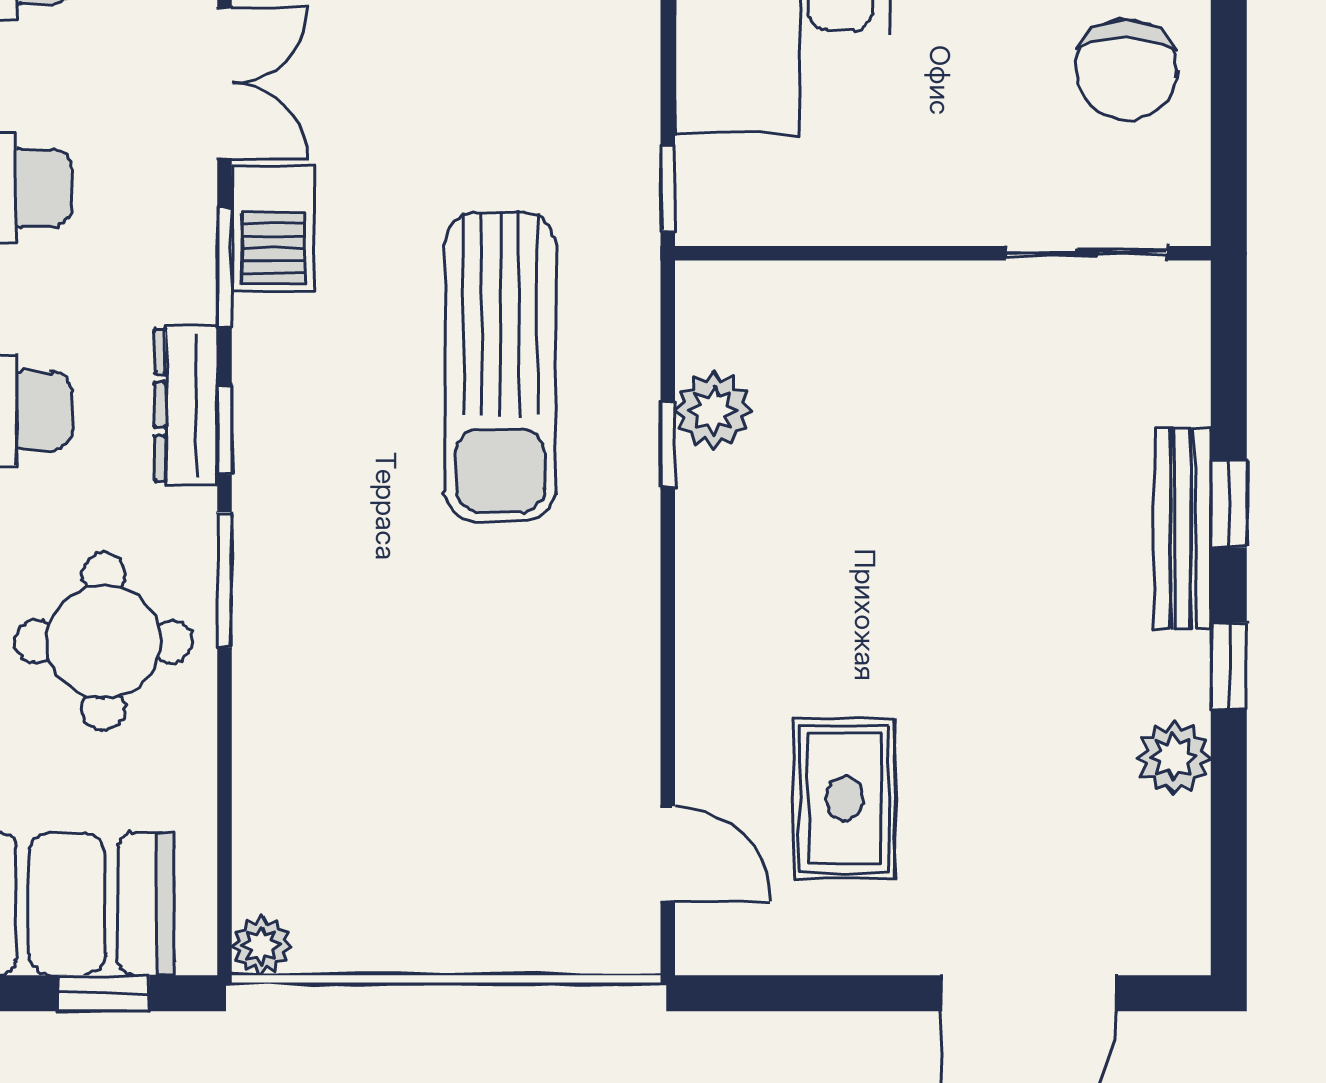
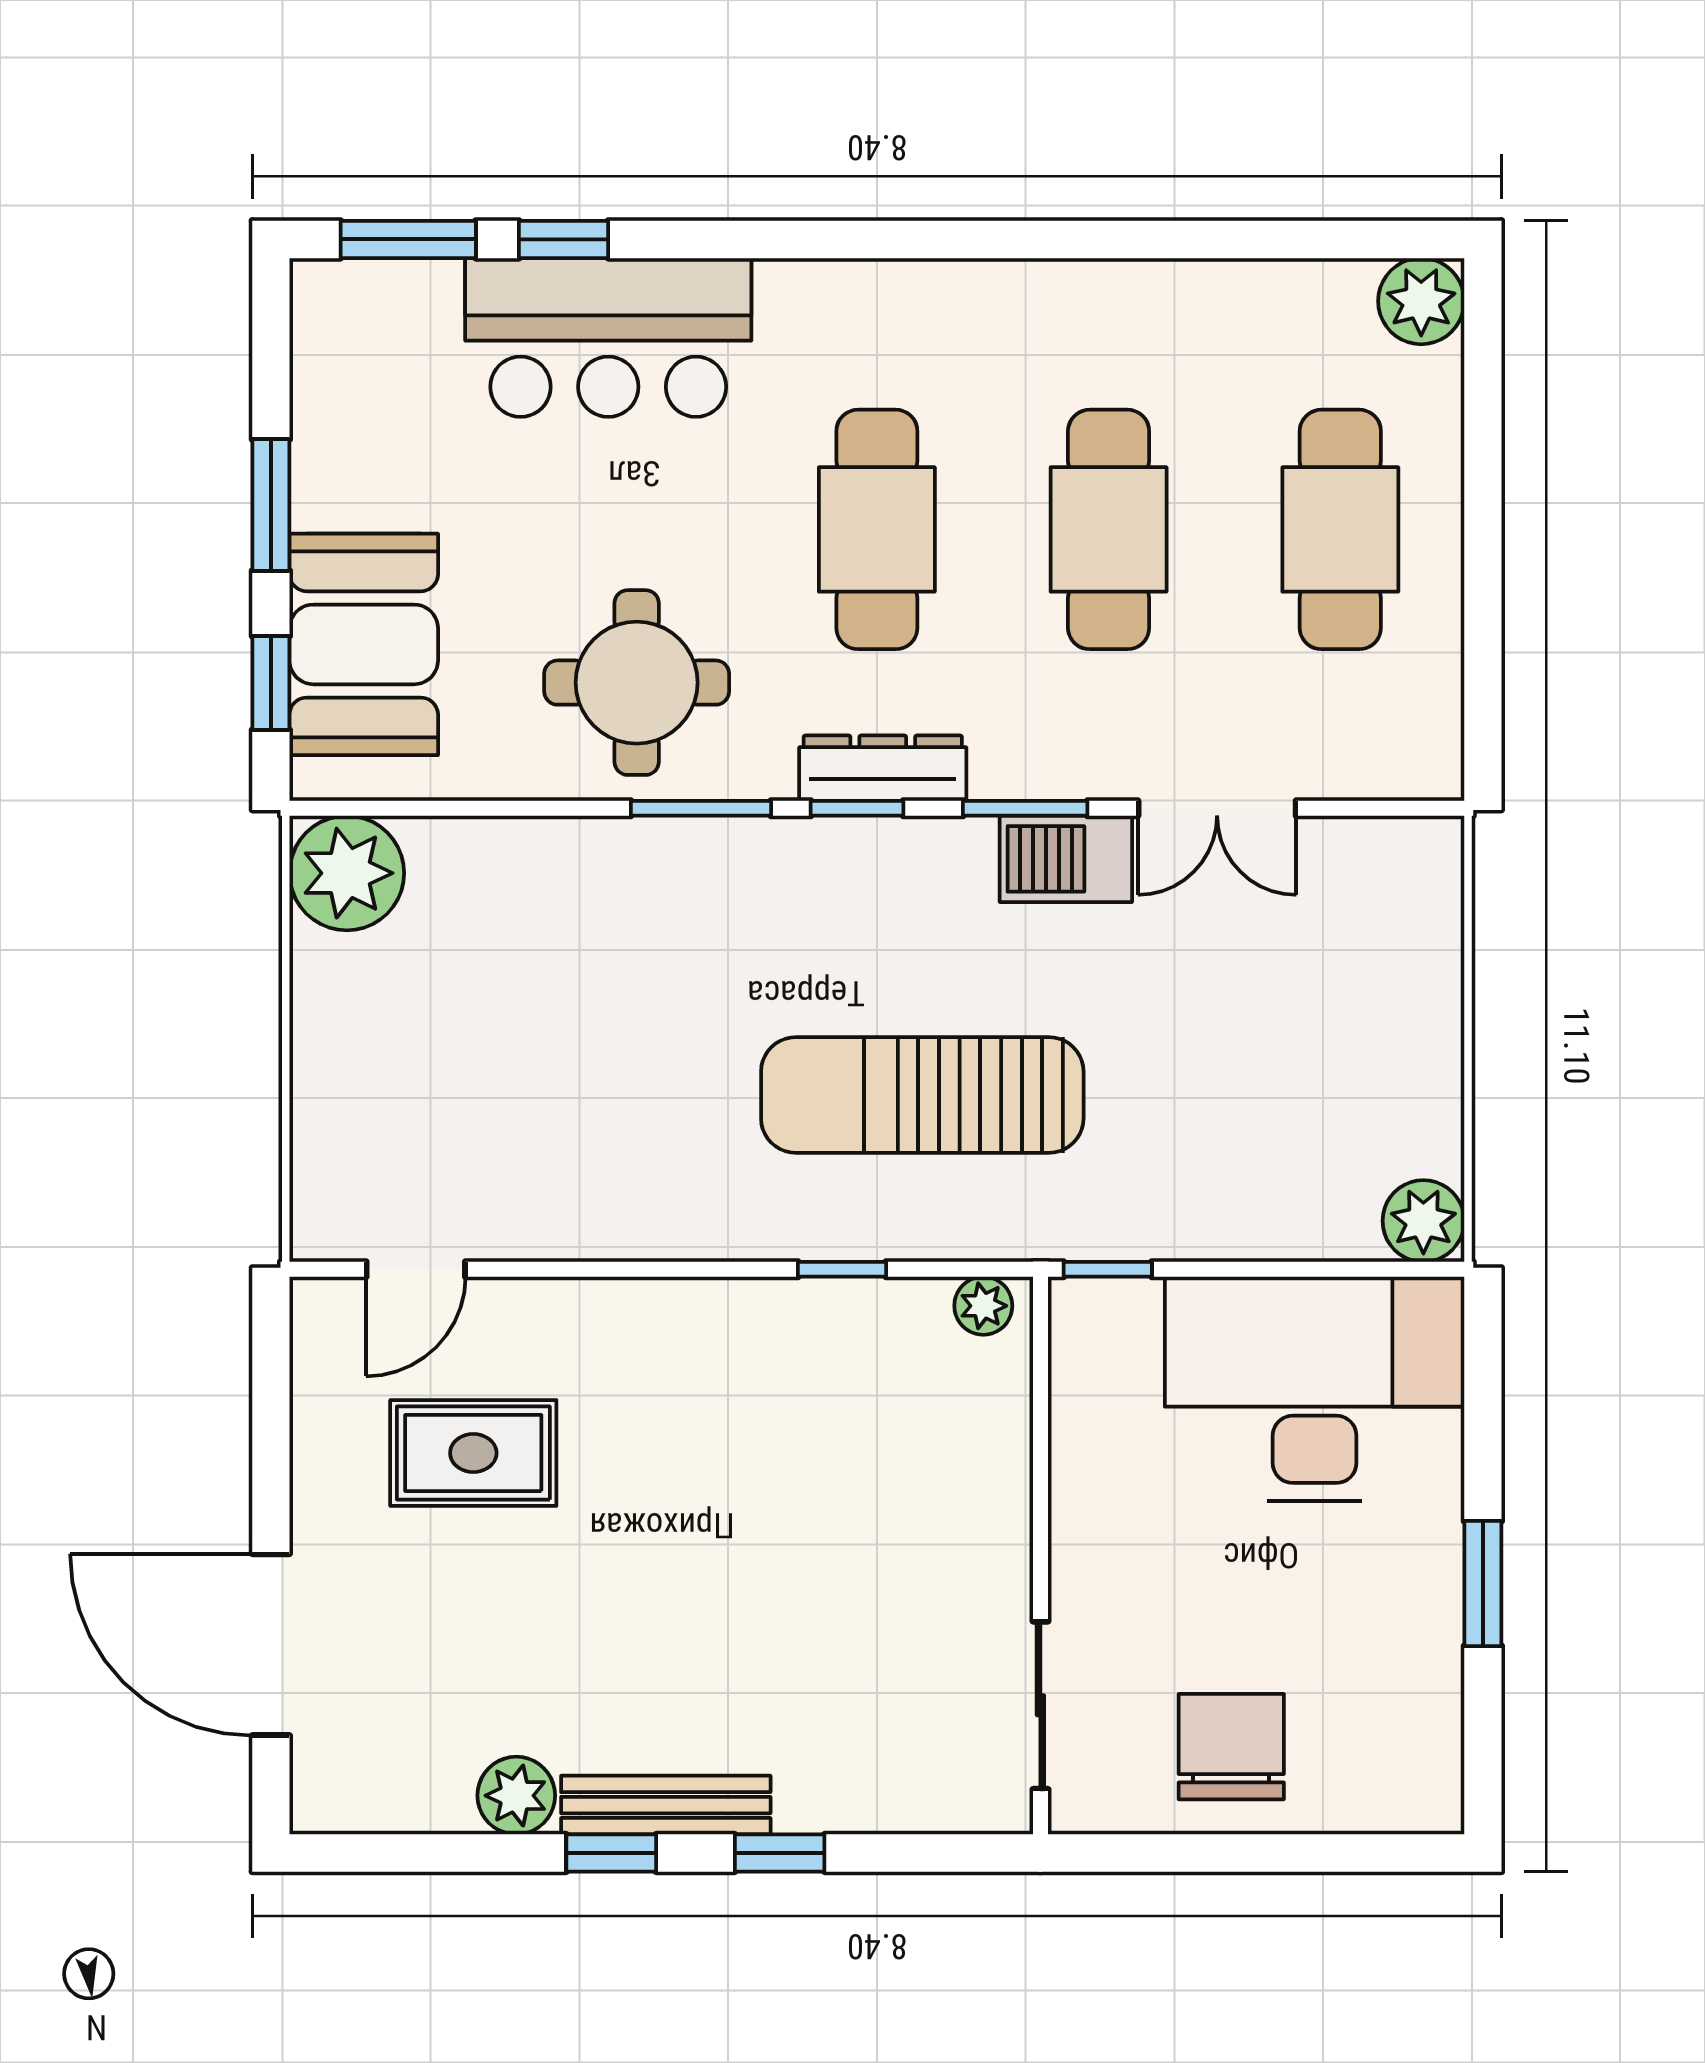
chair: (1127, 70) -> (1231, 1747), turned 90
plant: (713, 410) -> (983, 1306), moved, width x0.73, depth x0.73
bench: (1183, 528) -> (666, 1805), moved
plant: (261, 946) -> (347, 873), width x1.87, depth x1.87

